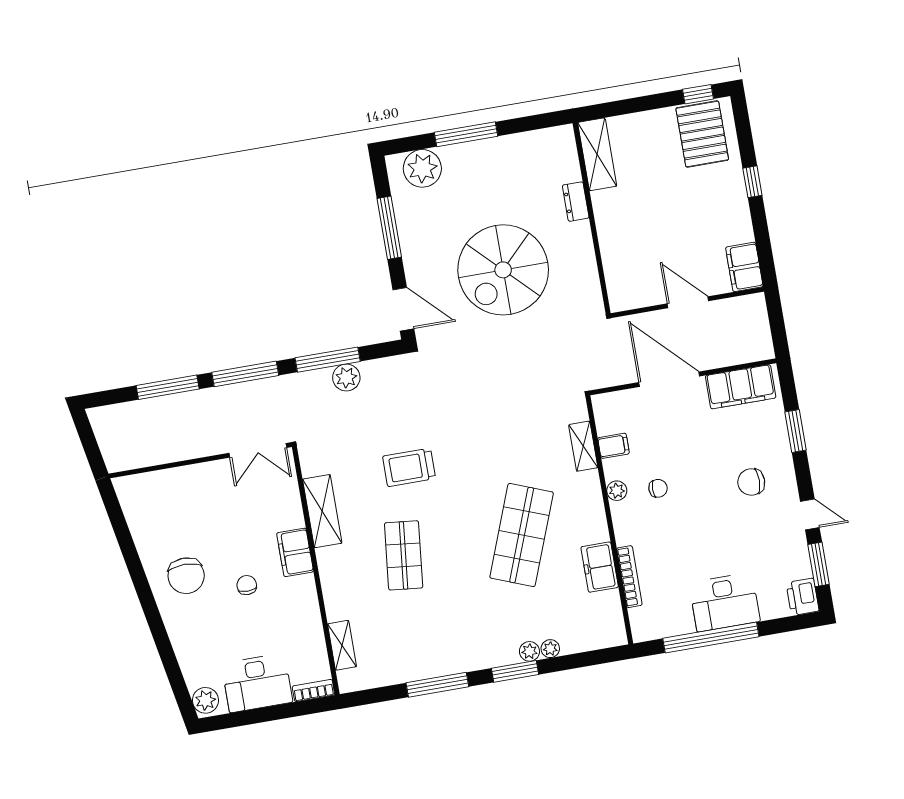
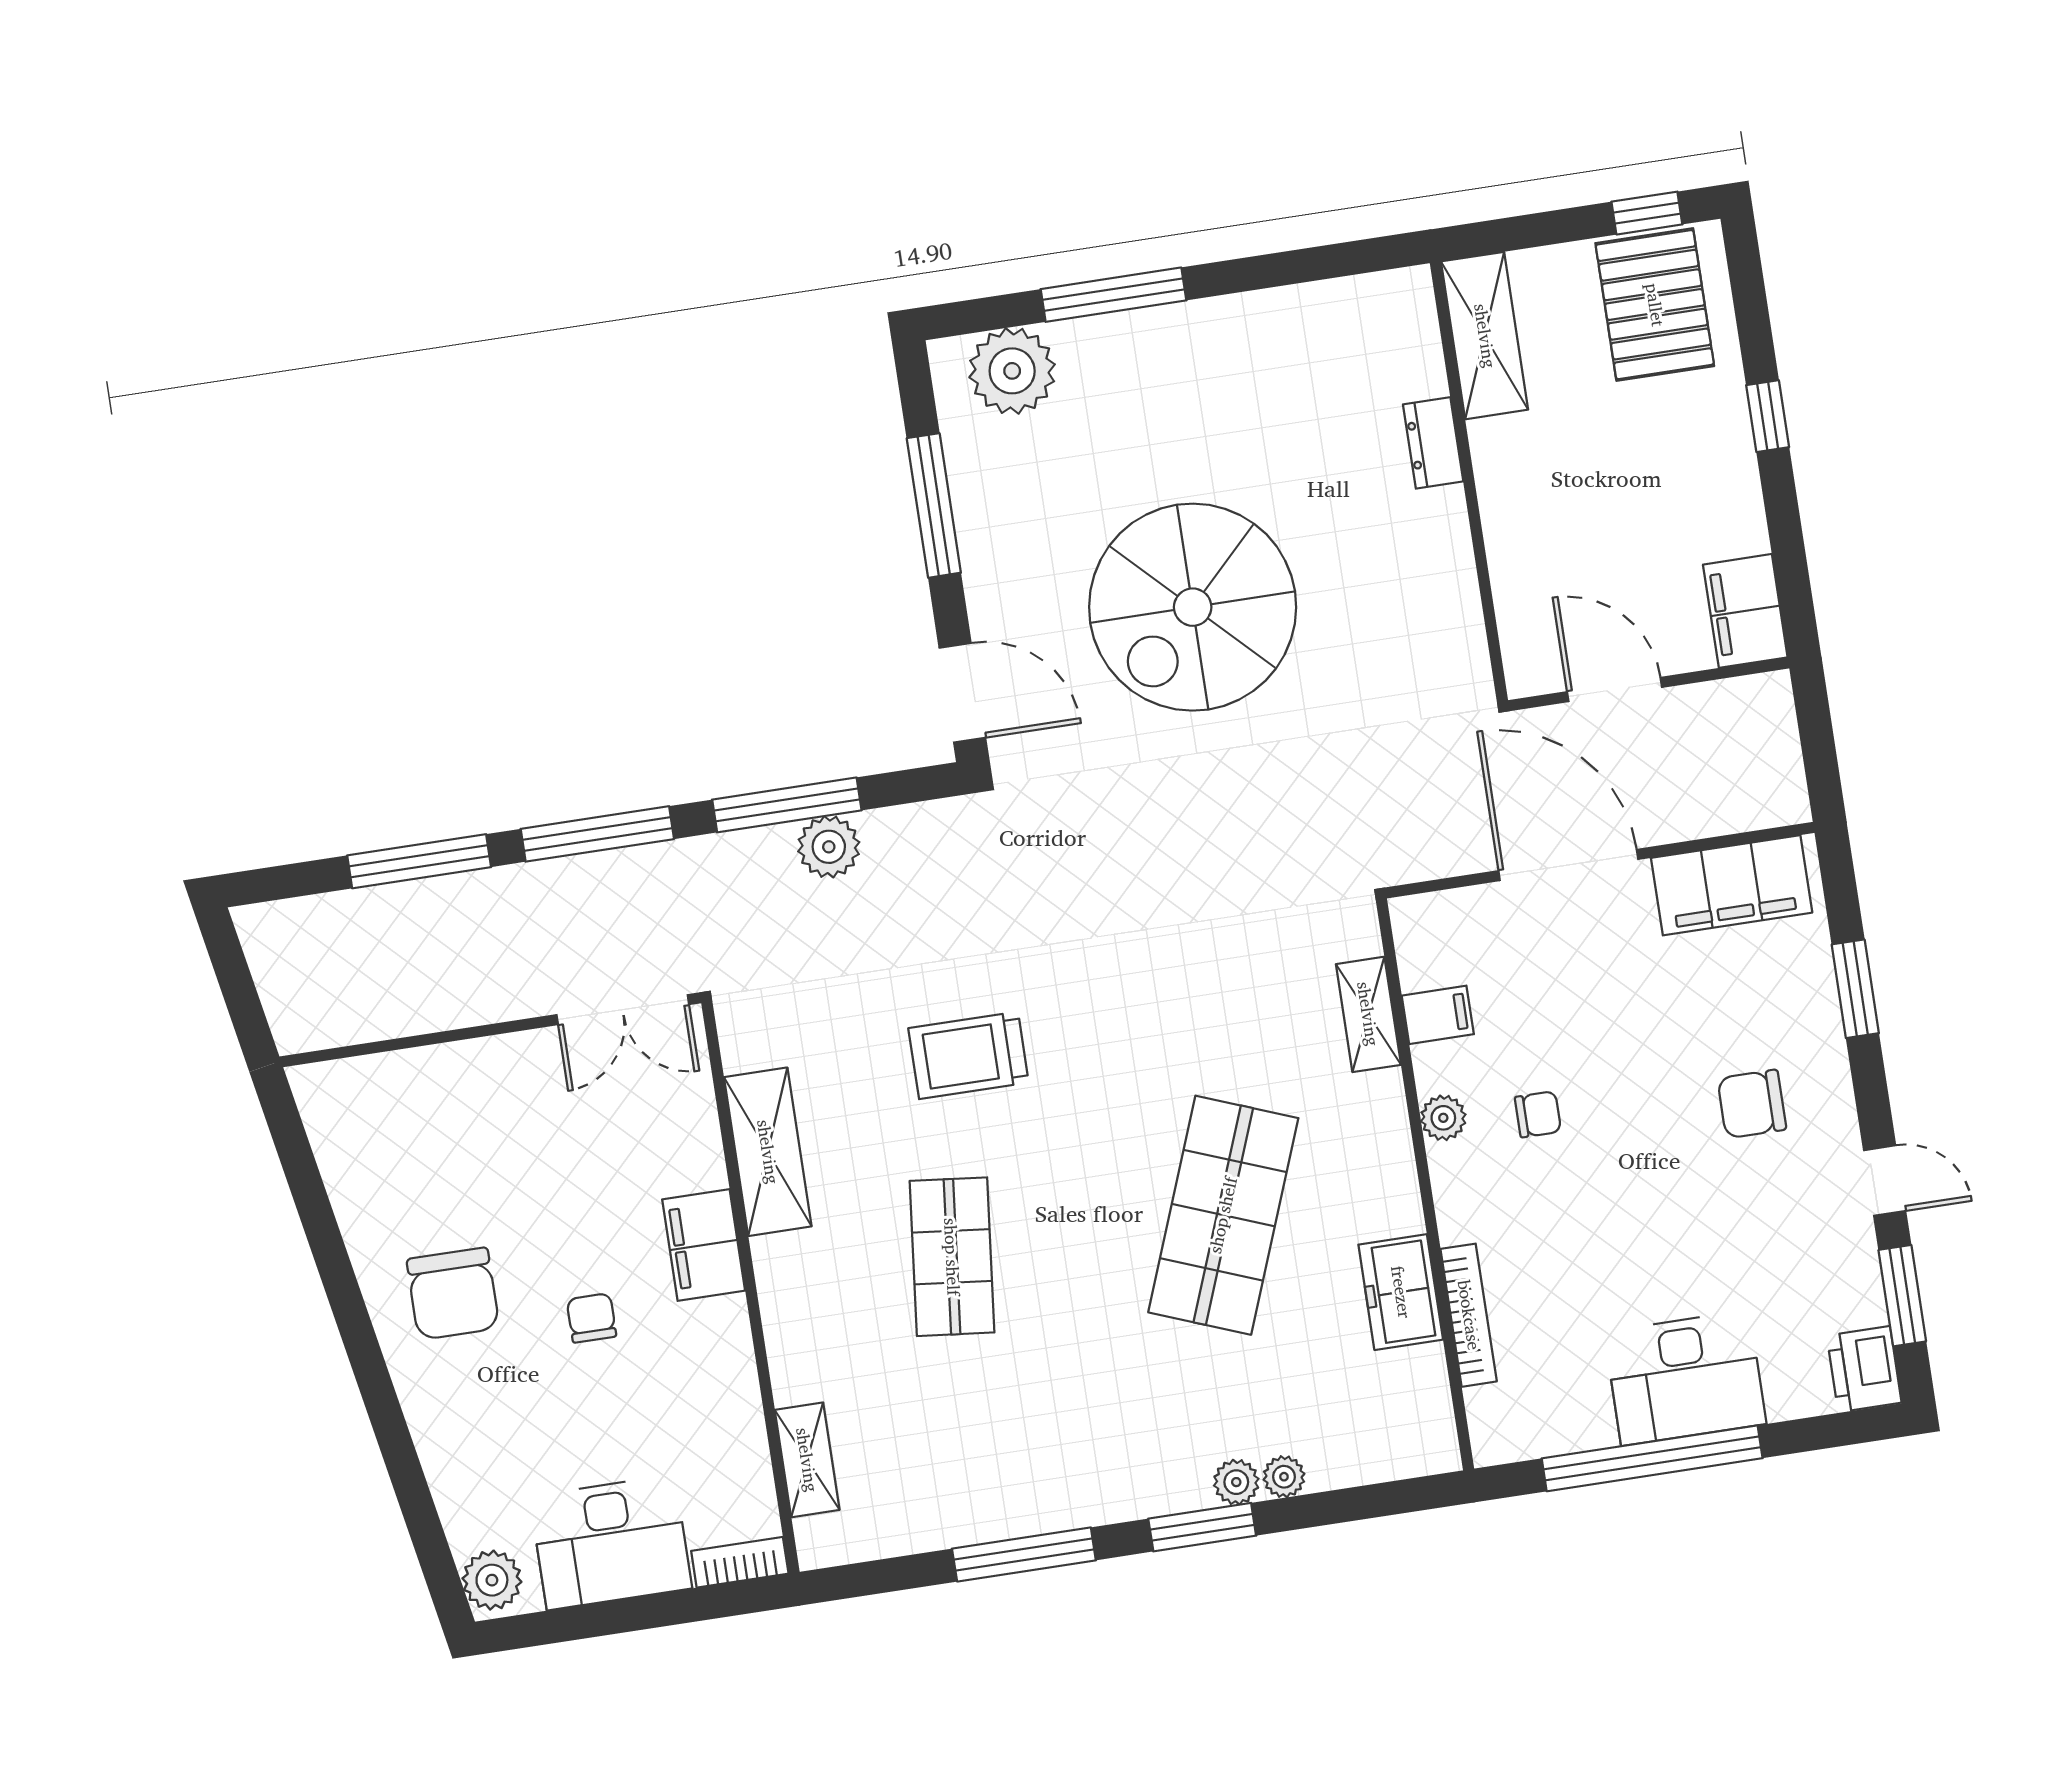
shelving: (597, 154) -> (1485, 336), moved
dresser: (576, 202) -> (1433, 443), moved
wall: (592, 218) -> (1469, 482), moved

